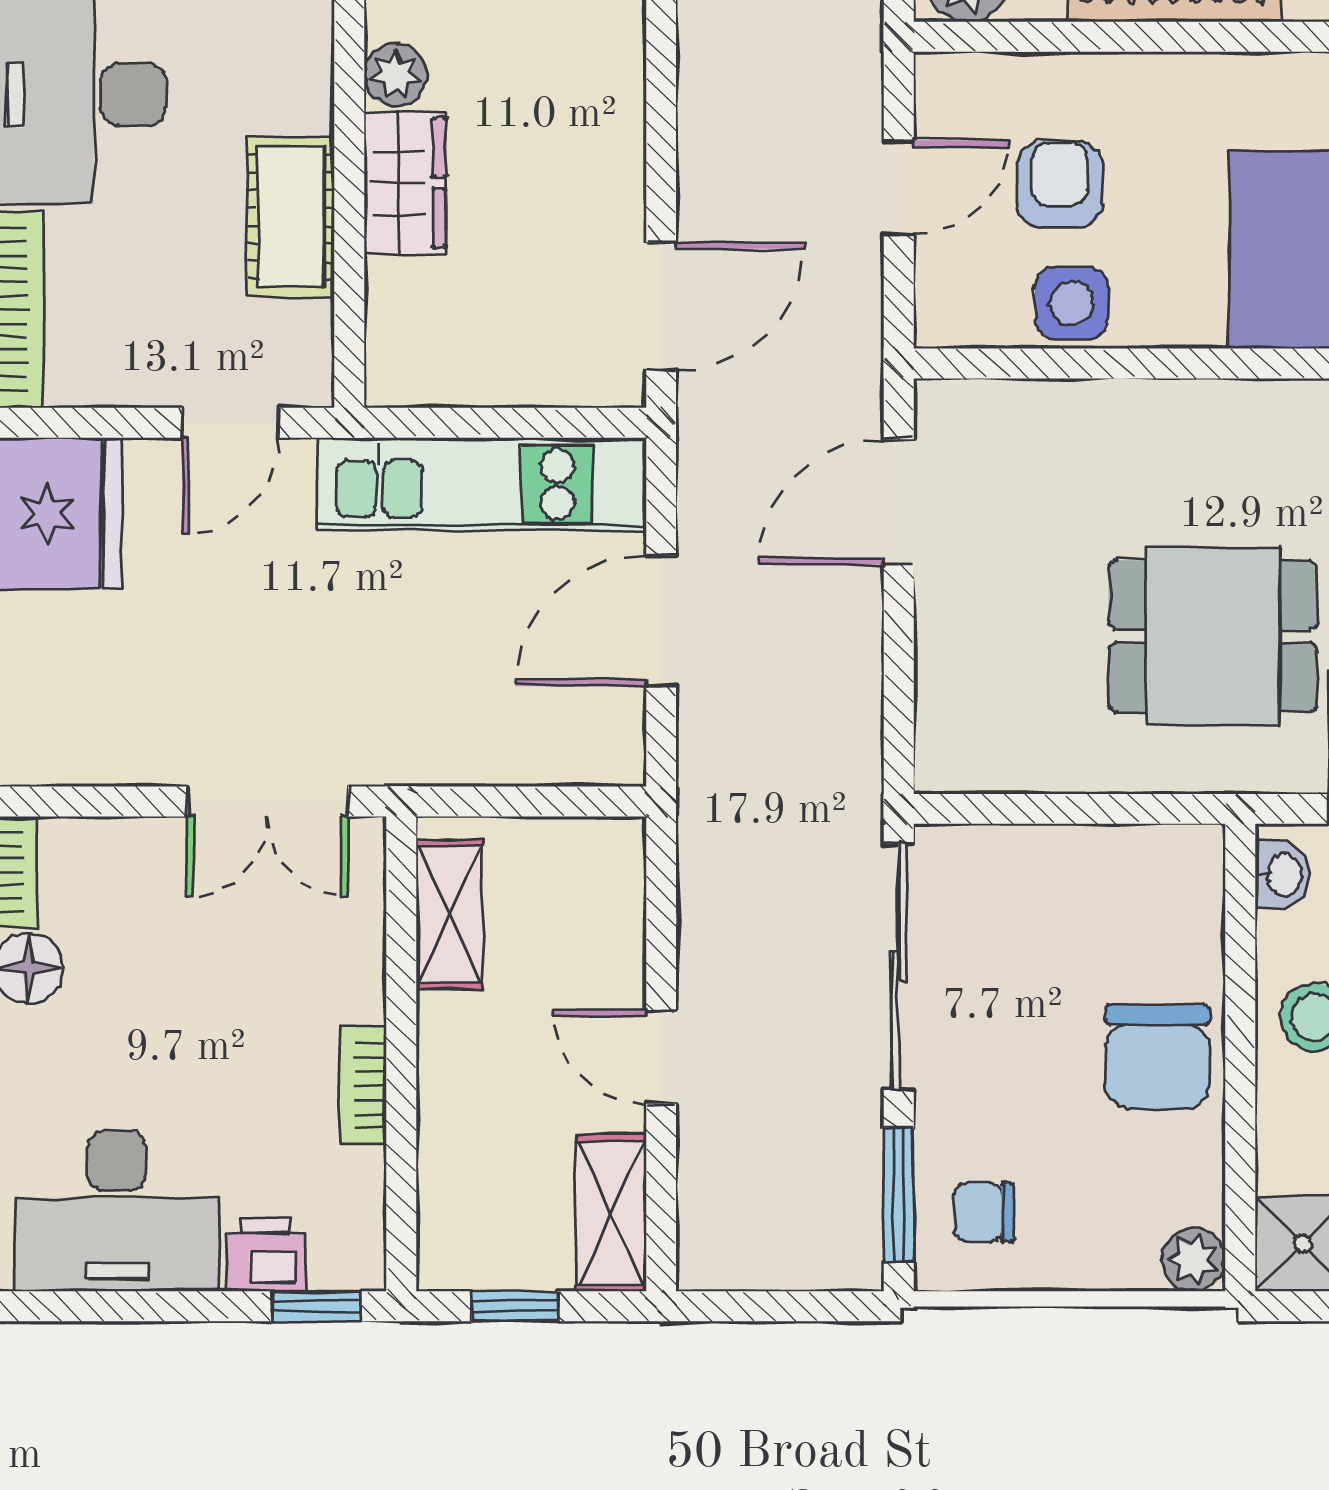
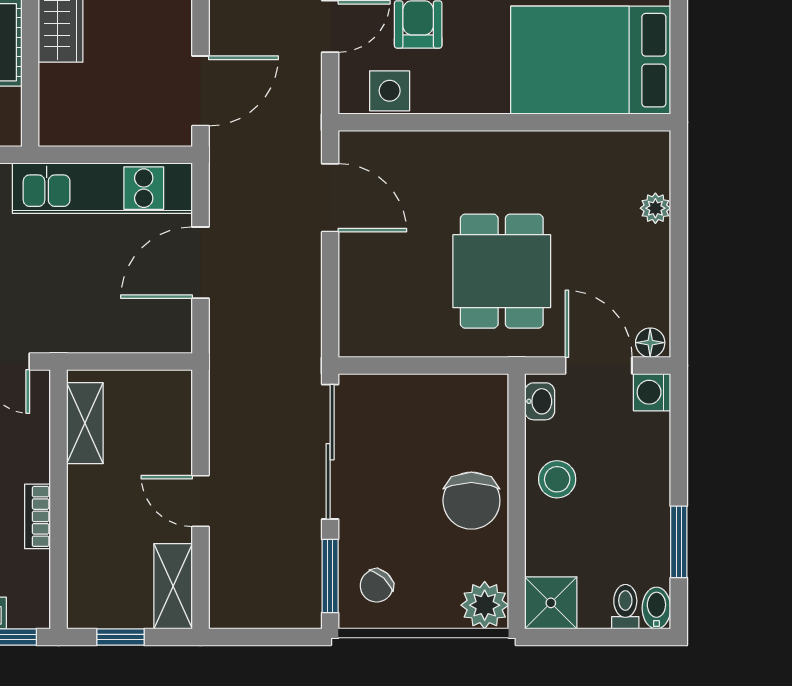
side table: (1072, 303) -> (390, 91), moved
door: (899, 502) -> (330, 198), swing flipped
dining table: (1213, 636) -> (502, 271), turned 90
chair: (984, 1212) -> (377, 586), turned -48
plant: (1194, 1260) -> (485, 605), width x1.38, depth x1.38

